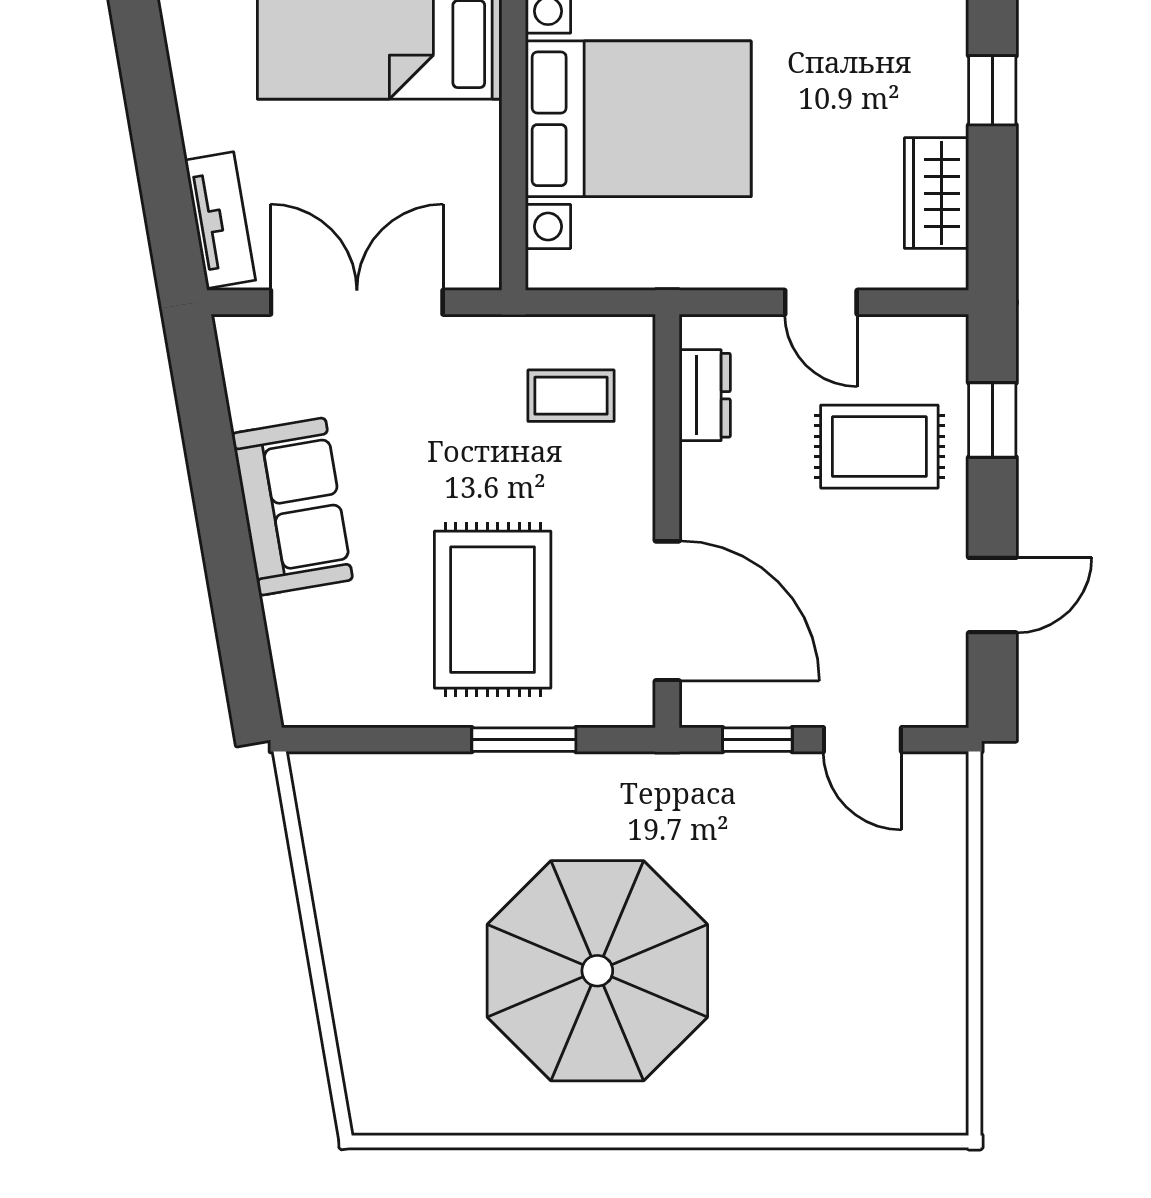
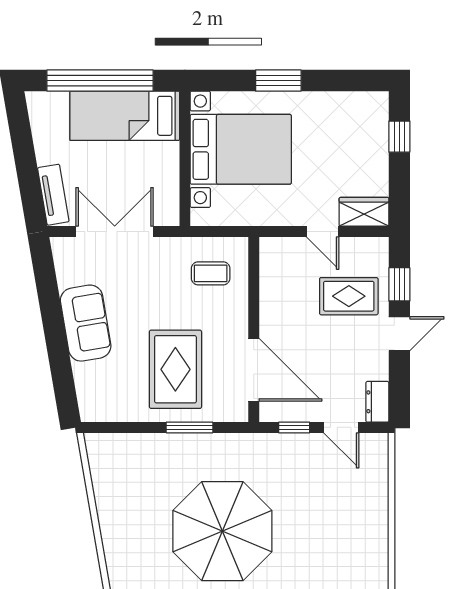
wardrobe: (937, 193) -> (364, 212), moved, turned 90
dresser: (705, 395) -> (377, 402), moved, turned 180
door: (992, 595) -> (399, 334), moved

